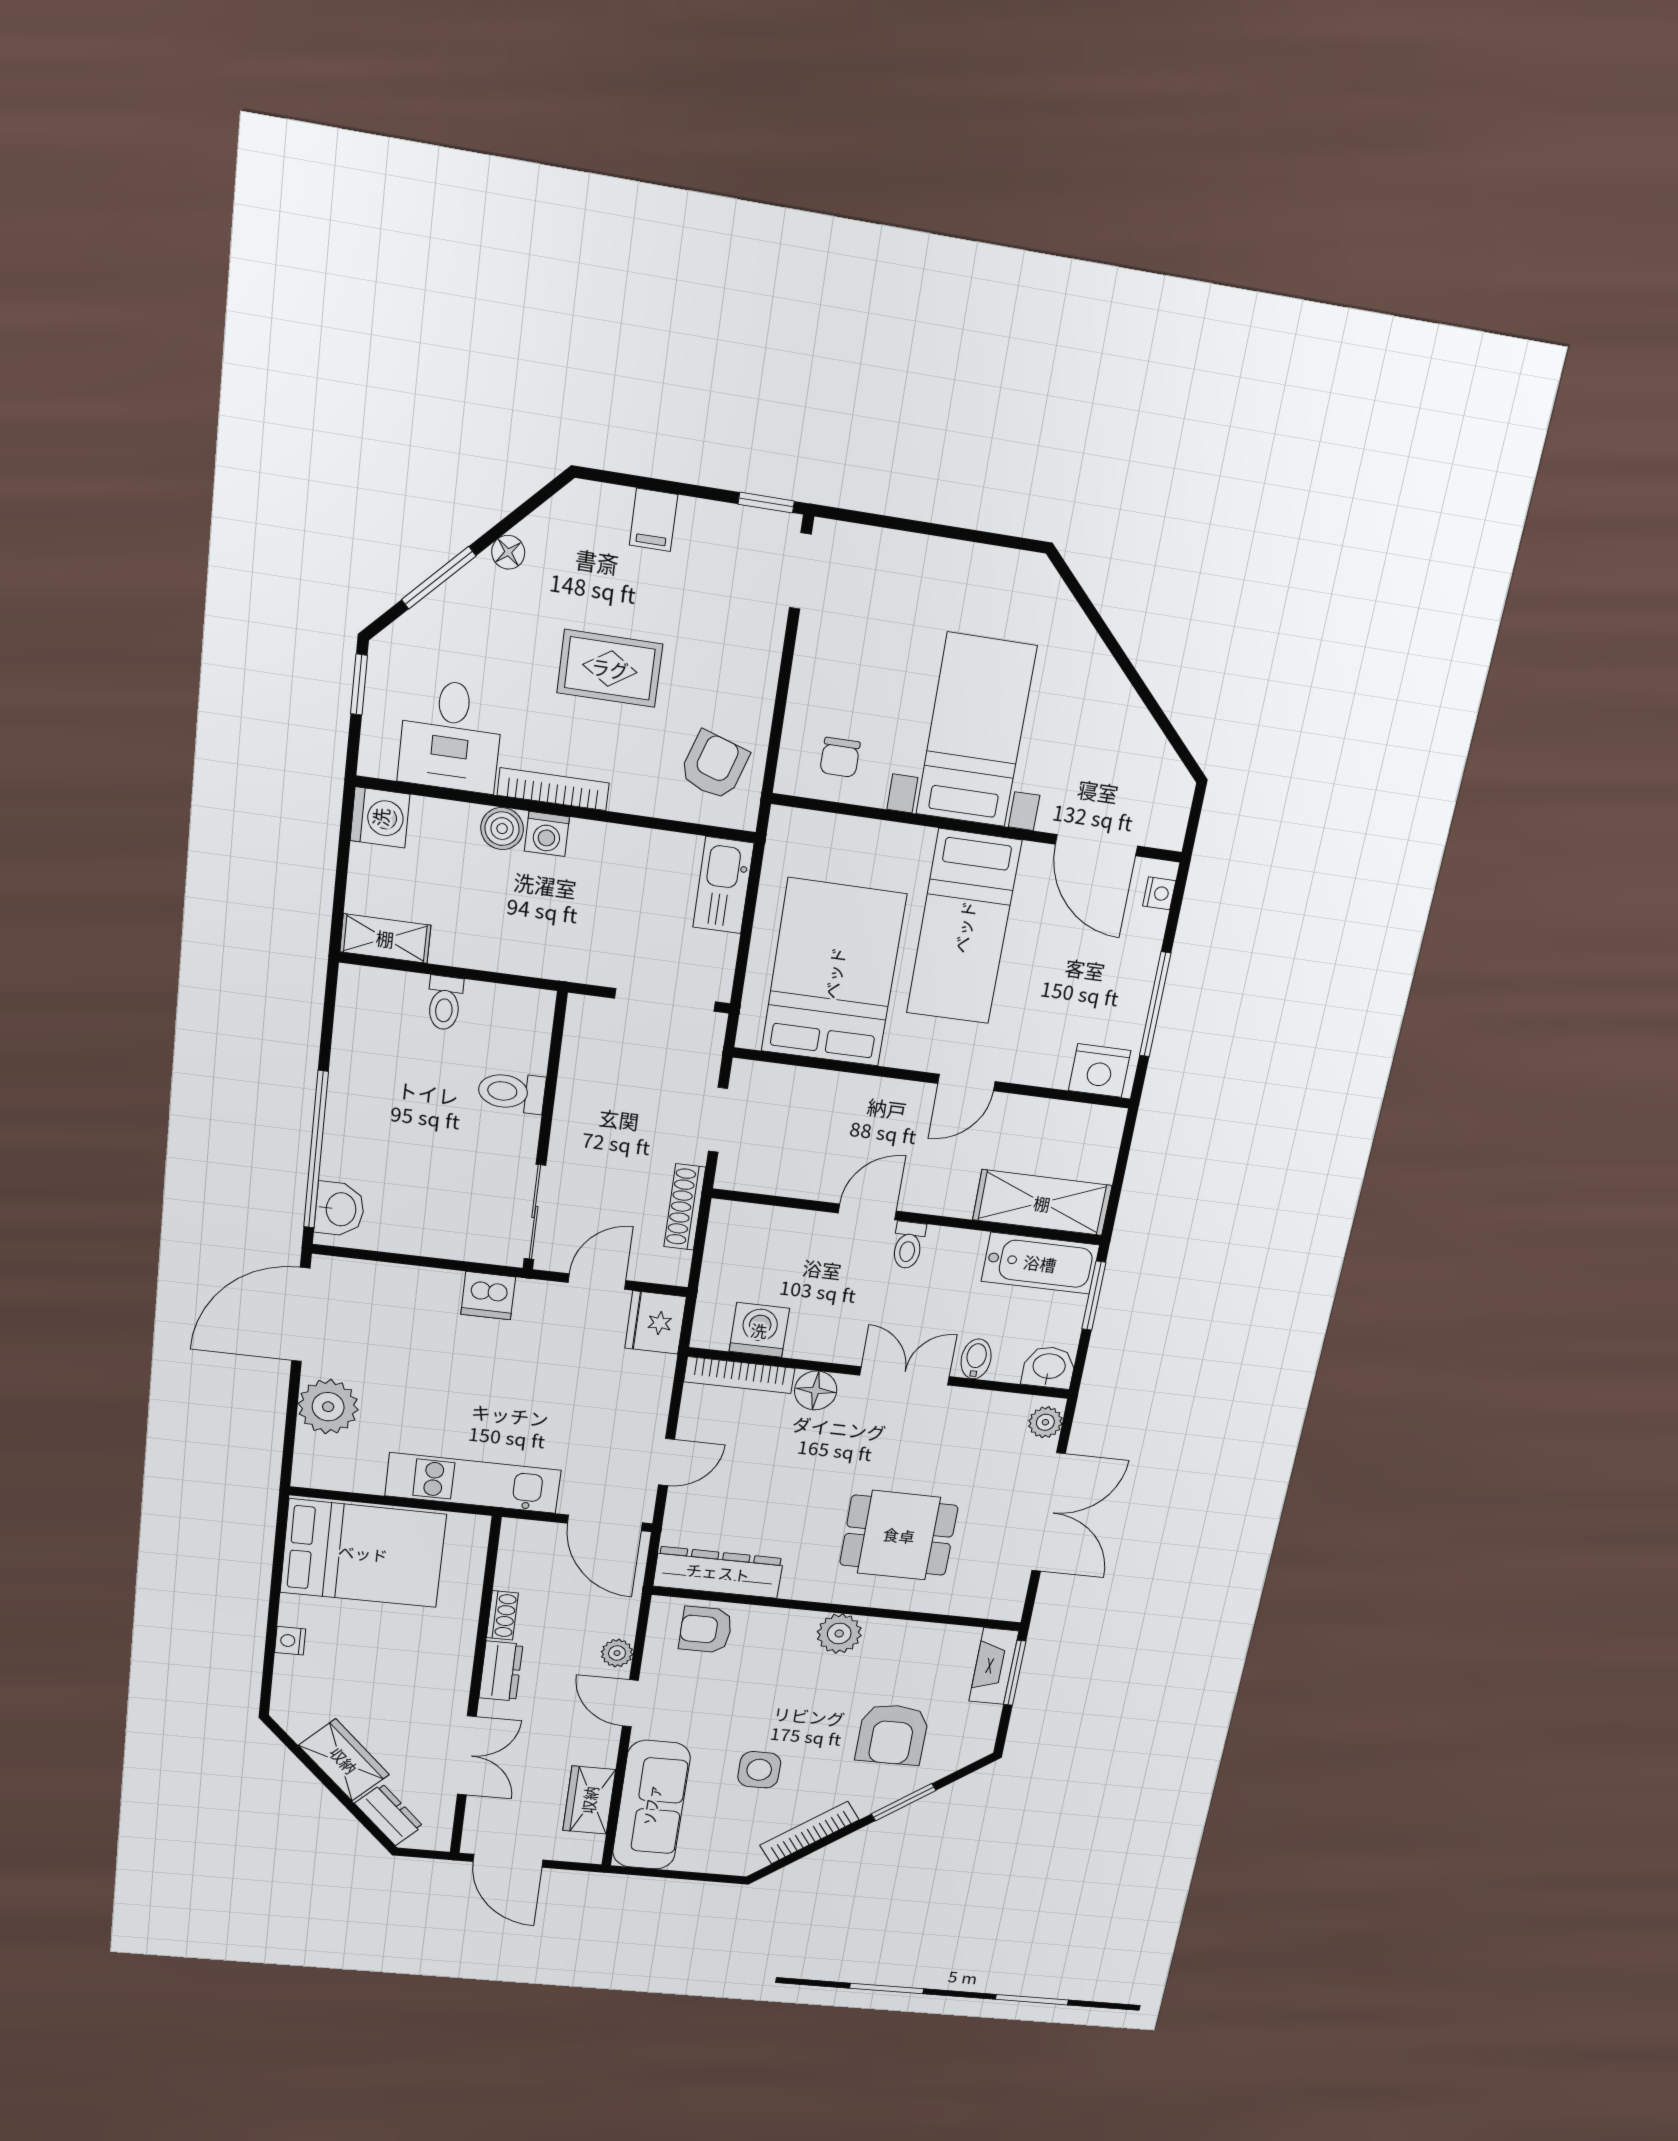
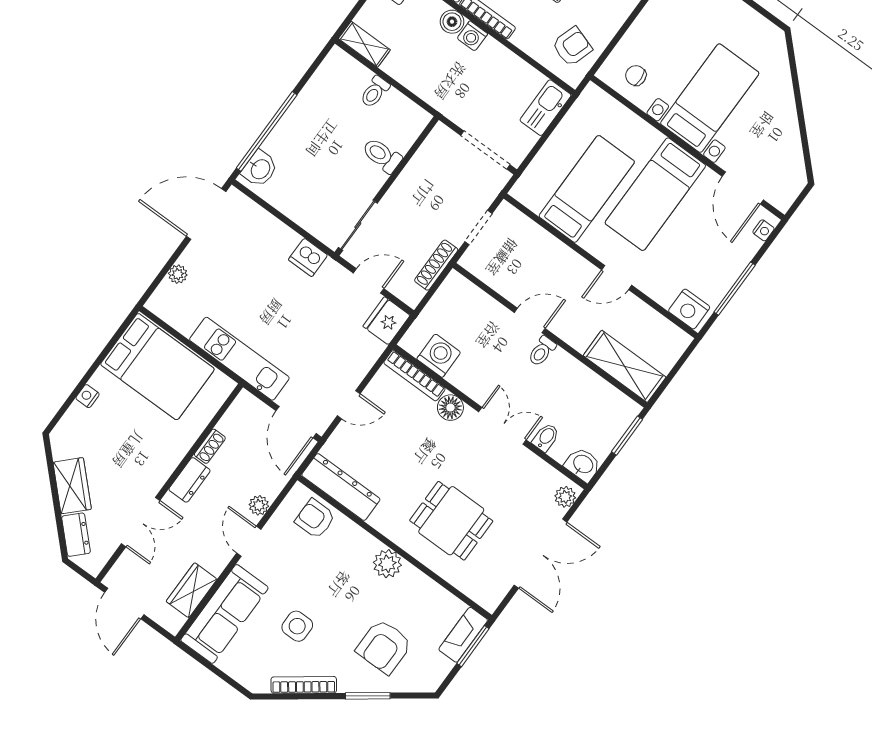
chair: (840, 757) -> (636, 76), turned 87
bed: (834, 973) -> (587, 189), width x0.67
bathtub: (1040, 1263) -> (607, 401), removed
plant: (328, 1407) -> (178, 274), width x0.53, depth x0.53

